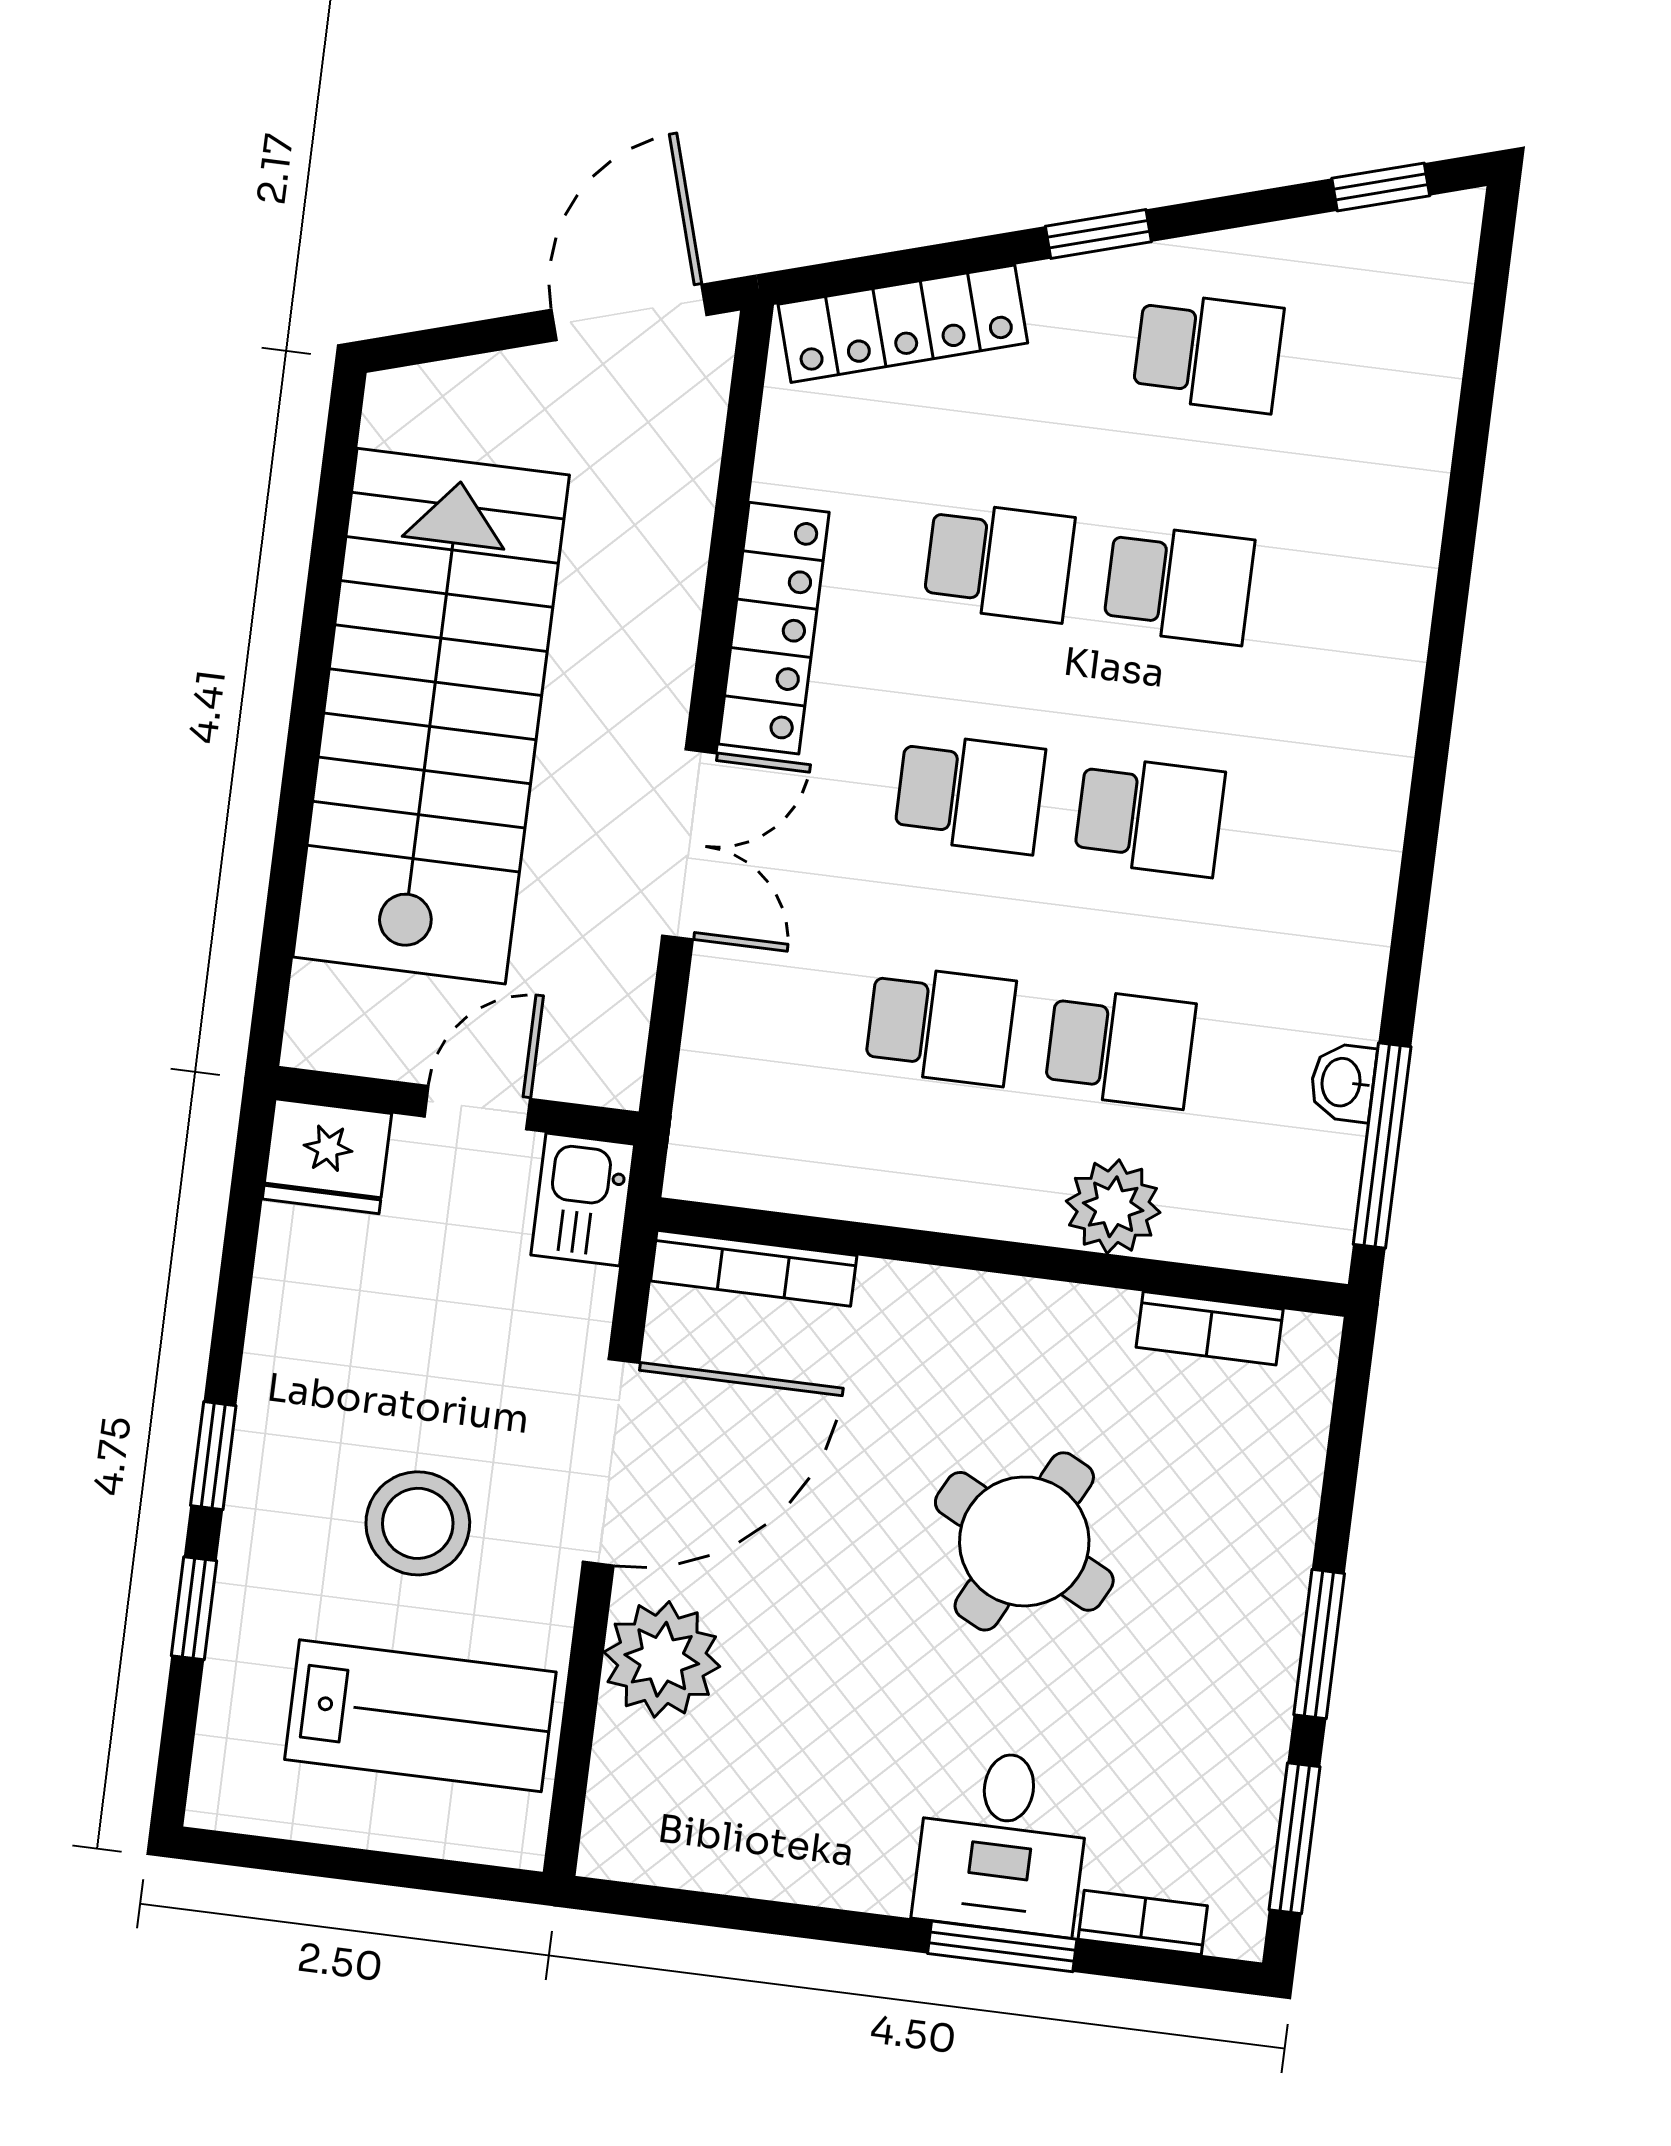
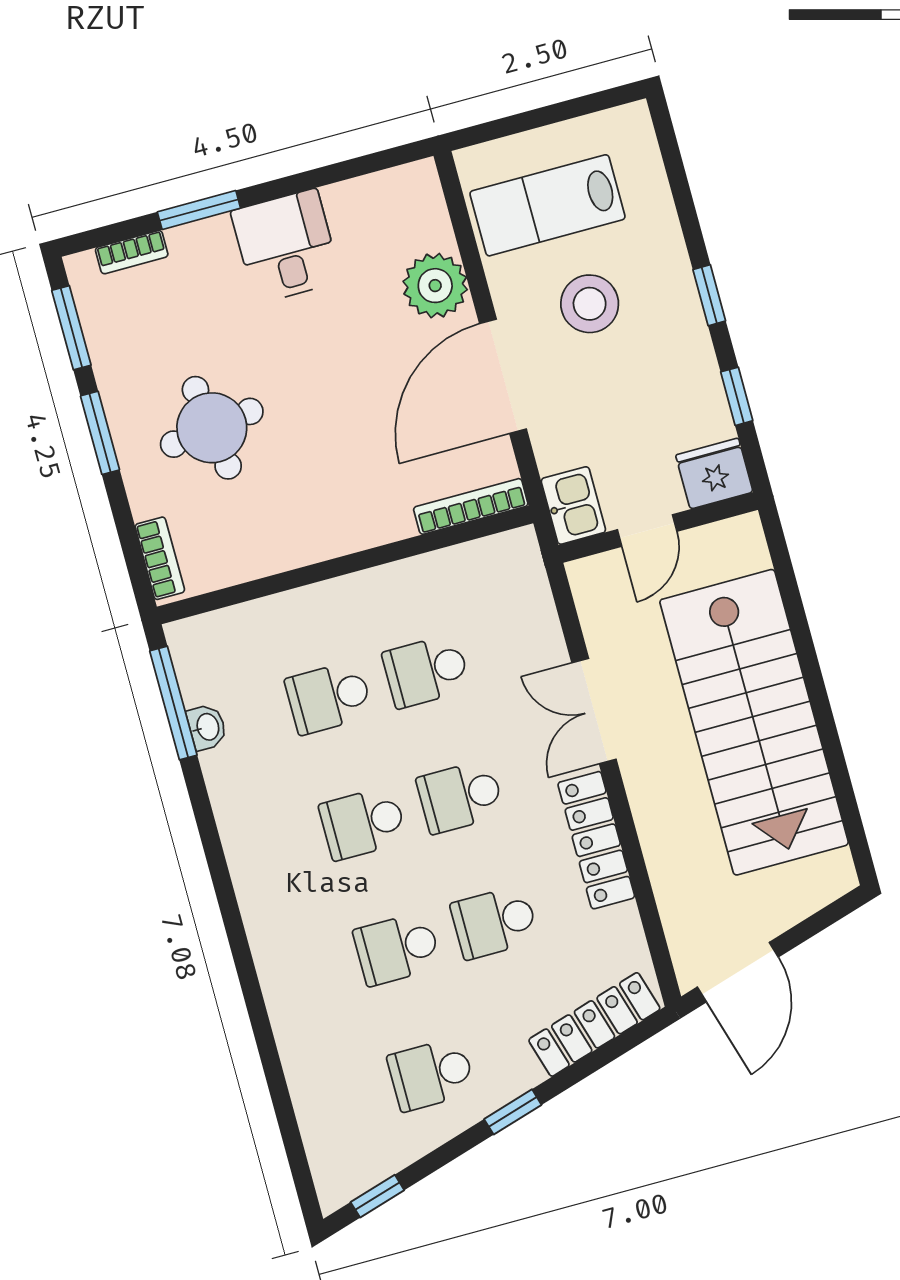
plant: (1113, 1207) -> (299, 614), removed
bookcase: (1210, 1328) -> (160, 558), moved, turned 90
round table: (1024, 1541) -> (212, 428), moved, turned -35
window: (194, 1608) -> (737, 396), moved
desk: (1002, 1842) -> (286, 246), moved

